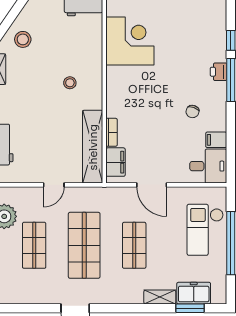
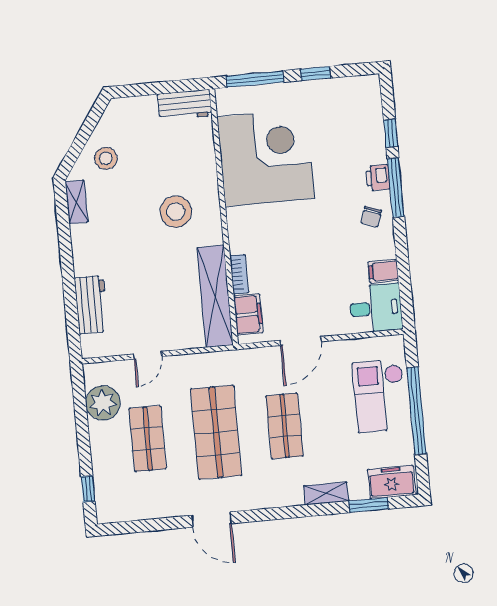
corner desk: (130, 41) -> (266, 158), width x1.36, depth x1.36
stool: (70, 83) -> (176, 212), width x1.89, depth x1.89
chair: (192, 111) -> (371, 216), moved
door: (54, 185) -> (148, 355), moved
door: (152, 185) -> (301, 341), hinge flipped
freezer: (194, 293) -> (392, 482), moved

